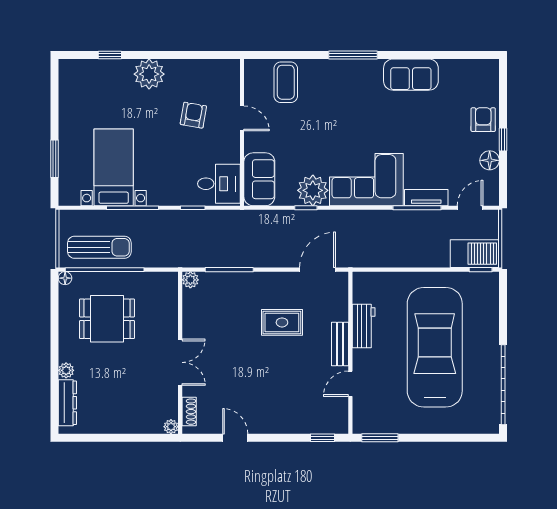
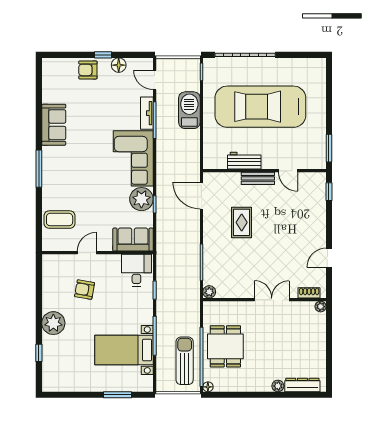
barbecue: (475, 254) -> (189, 110), moved
dining table: (107, 319) -> (225, 346), moved
garage door: (503, 385) -> (245, 55), moved

